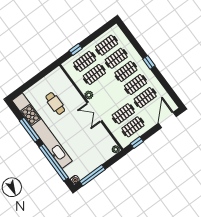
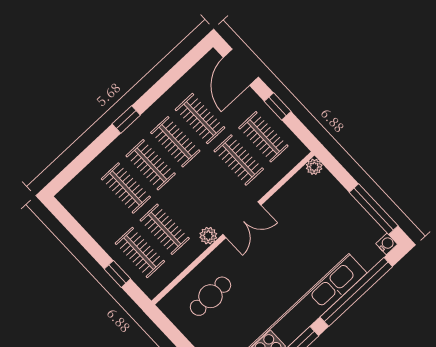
clothes rail: (107, 45) -> (101, 211), removed
cafe table: (55, 103) -> (210, 296), moved
door: (167, 120) -> (241, 67), hinge flipped
window: (137, 142) -> (278, 106), moved

